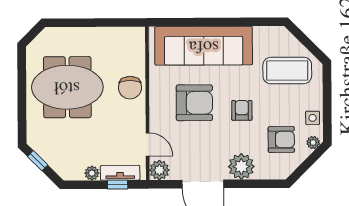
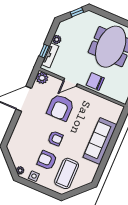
sofa: (204, 46) -> (100, 141), width x0.74, depth x0.79
armchair: (194, 103) -> (60, 108), moved
armchair: (281, 140) -> (47, 160), moved, turned 90
door: (148, 144) -> (70, 82), moved
plant: (241, 166) -> (24, 125), removed

